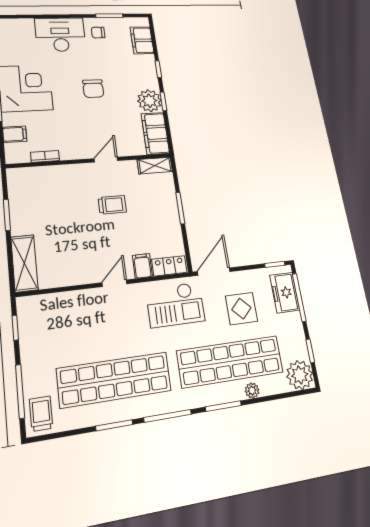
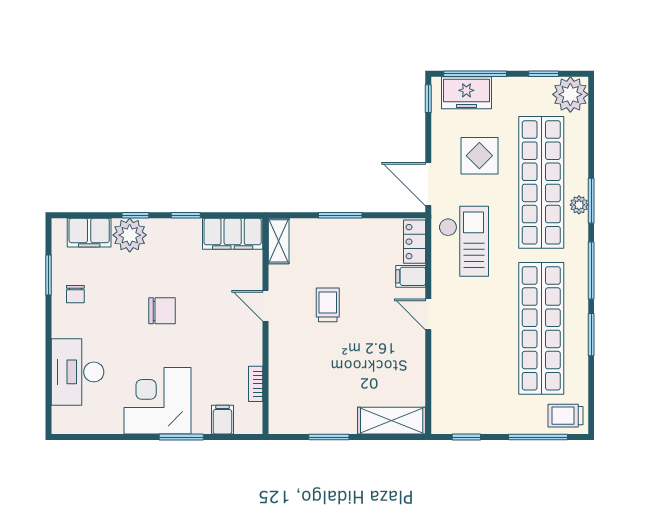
desk: (60, 35) -> (78, 372), moved
plant: (149, 101) -> (130, 235), moved
plant: (252, 391) -> (579, 205), moved

